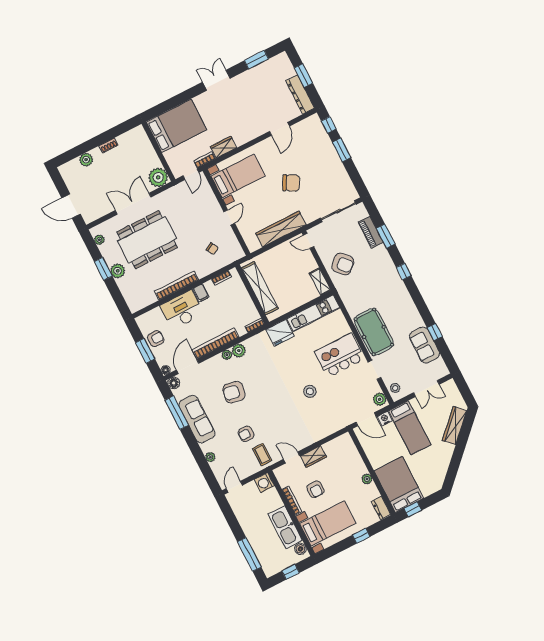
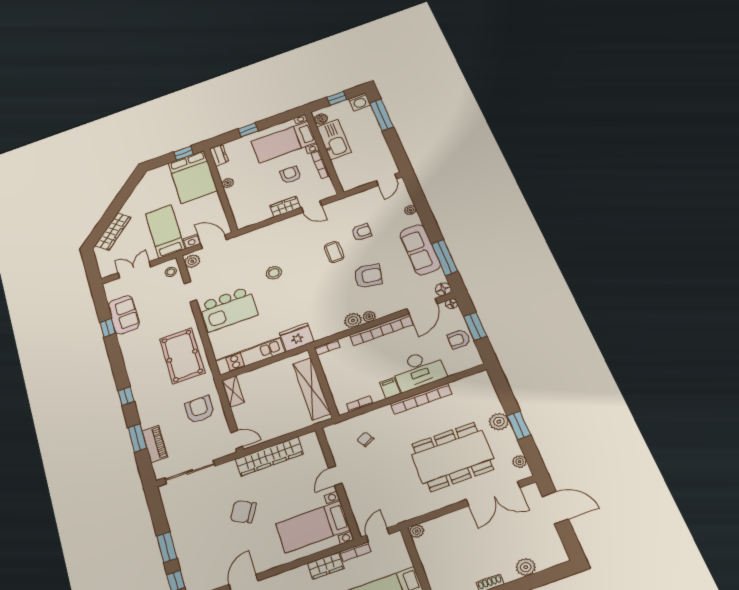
plant: (158, 177) -> (416, 531), width x0.53, depth x0.53
double door: (133, 204) -> (493, 494), moved
armchair: (343, 264) -> (199, 410), turned 42
pool table: (374, 332) -> (182, 356), moved
coffee table: (262, 455) -> (334, 252), moved
washing machine: (264, 483) -> (360, 102), moved, turned 90

